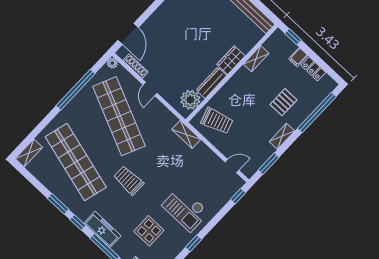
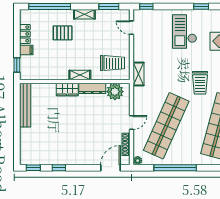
shelving: (256, 59) -> (80, 75), moved
trolley: (217, 121) -> (113, 63), turned 108
checkout: (186, 209) -> (185, 31), turned 180

